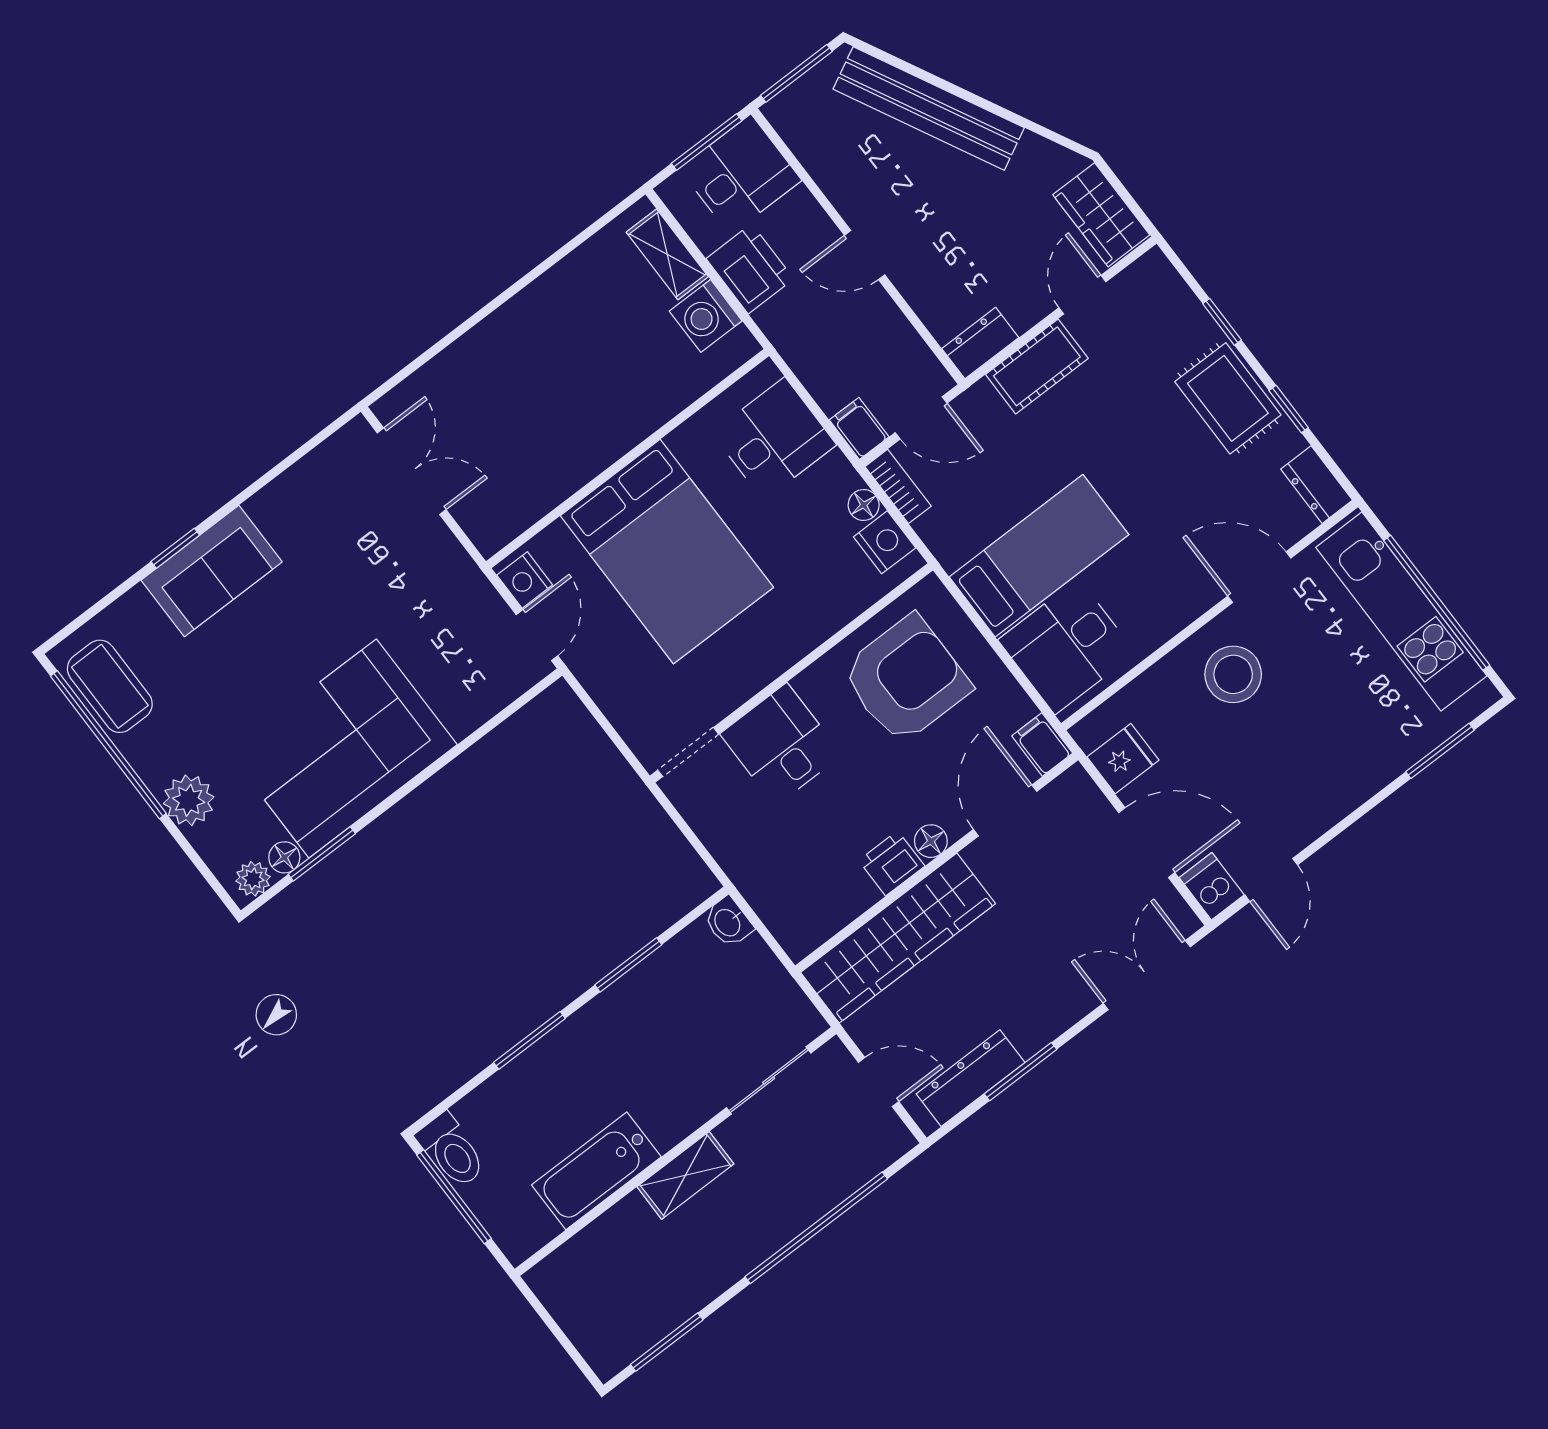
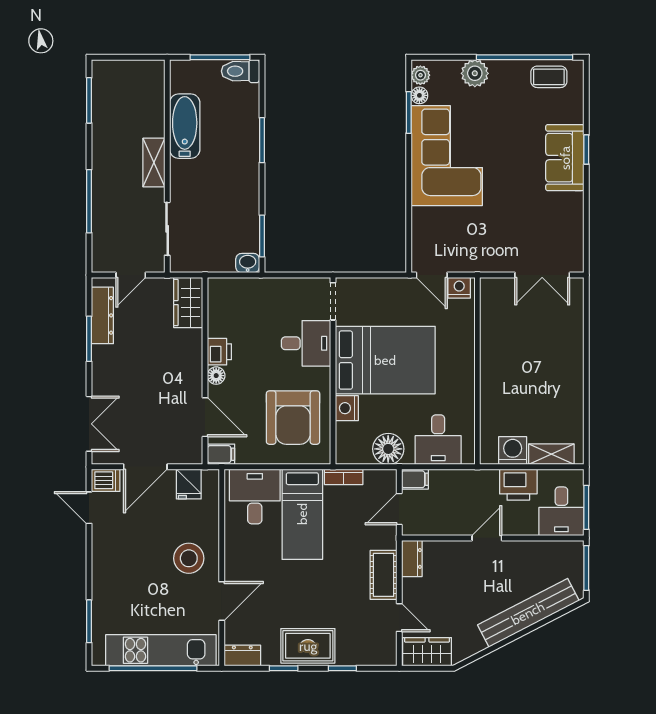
bookcase: (898, 486) -> (344, 477), moved
floor lamp: (864, 505) -> (388, 449), width x1.89, depth x1.89
nightstand: (885, 542) -> (347, 408), moved, turned 90
bed: (667, 552) -> (385, 360), moved, turned 180
coffee table: (110, 686) -> (549, 77), width x0.73, depth x0.77
wardrobe: (898, 938) -> (188, 303), width x0.48, depth x0.85
window: (628, 965) -> (262, 236), moved
window: (816, 1228) -> (89, 201), width x0.68

